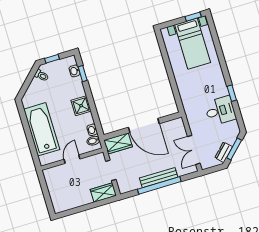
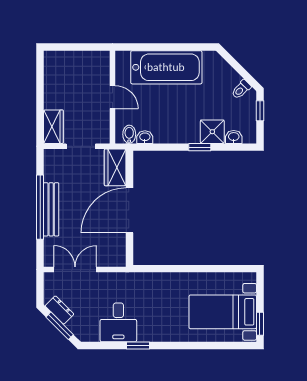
window: (83, 74) -> (200, 147), moved
shower: (81, 106) -> (212, 132), moved

